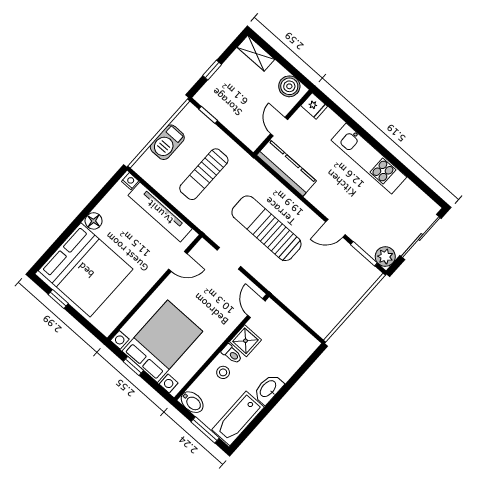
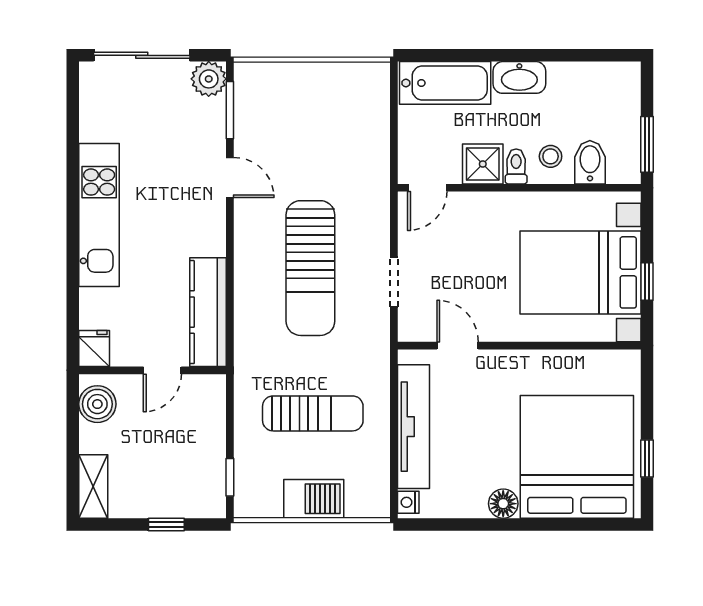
bidet: (192, 402) -> (590, 162), moved
bathtub: (238, 418) -> (445, 83), moved
window: (205, 430) -> (647, 144), moved

